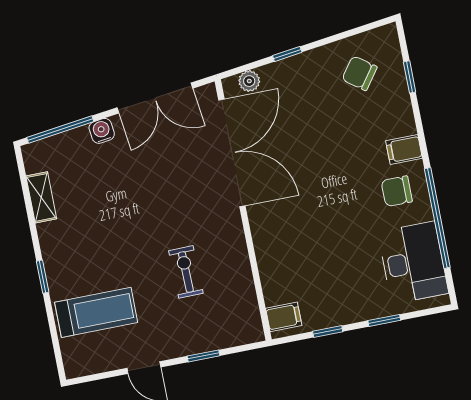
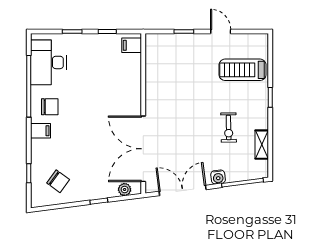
exercise bike: (186, 272) -> (229, 128), moved

